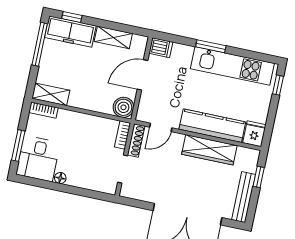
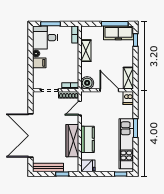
freezer: (70, 32) -> (118, 33), moved, turned -90
shelving: (113, 37) -> (128, 78), moved
shelving: (51, 94) -> (86, 51), moved
kitchen counter: (212, 126) -> (87, 139), width x0.67
door: (161, 127) -> (80, 108), hinge flipped
filing cabinet: (76, 176) -> (39, 63), added

